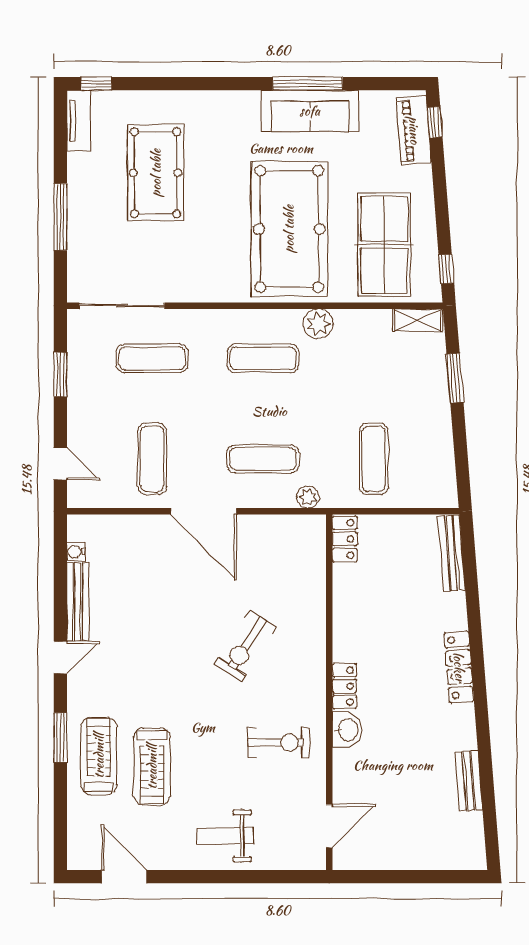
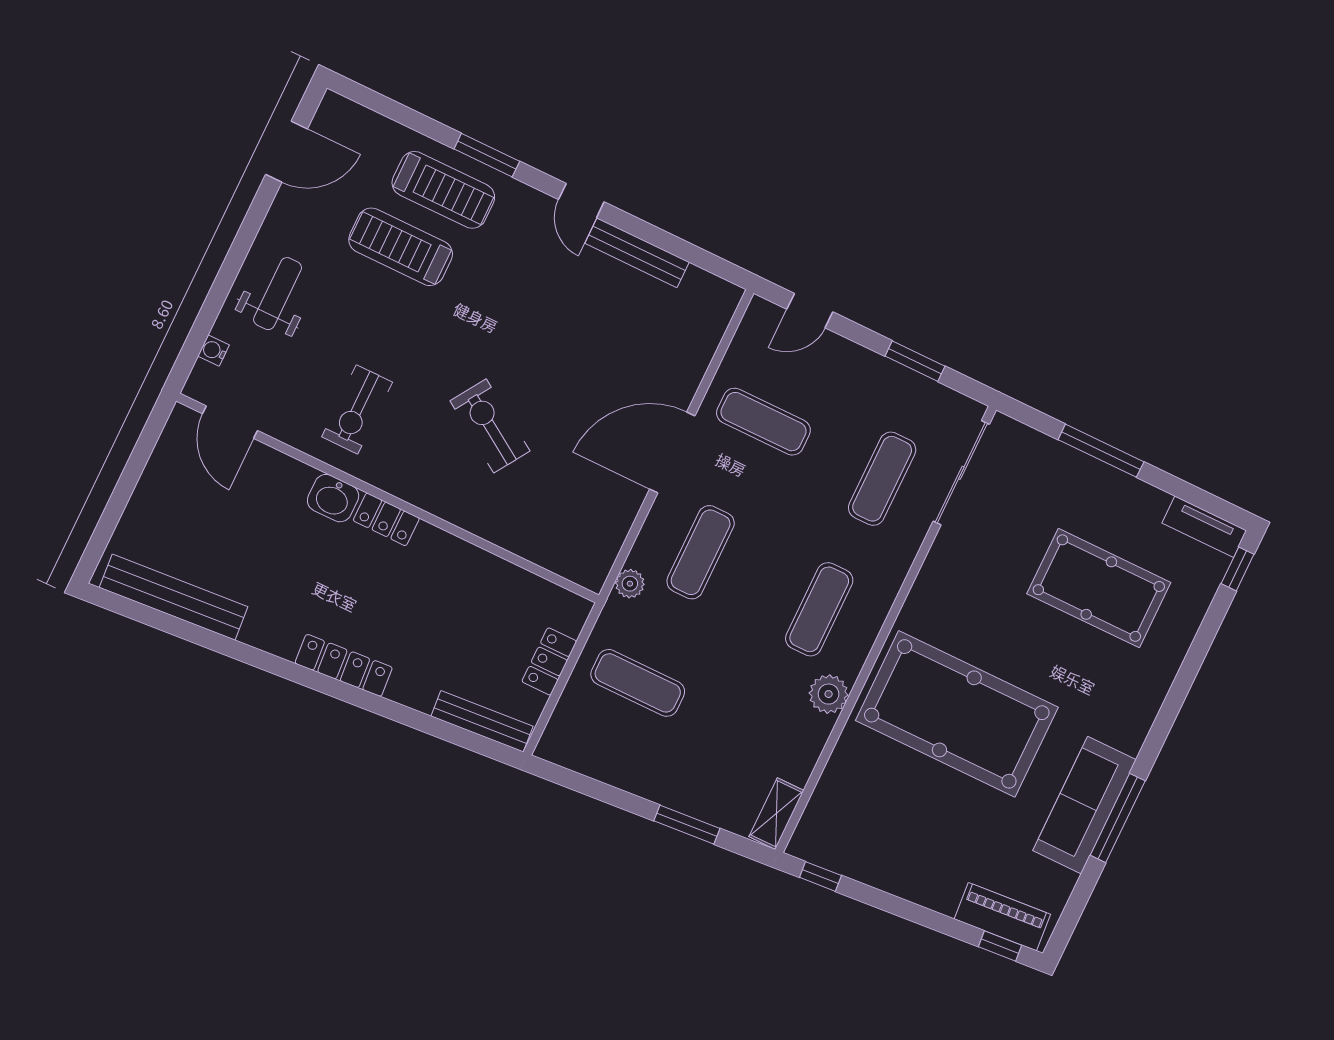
table tennis table: (384, 245) -> (884, 817), removed
locker: (345, 539) -> (549, 661), moved, turned 90
water cooler: (76, 552) -> (213, 350), moved, turned -90
bench: (469, 781) -> (174, 597), width x1.86, depth x1.21

